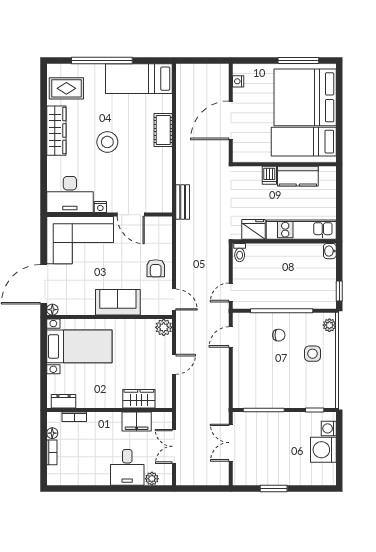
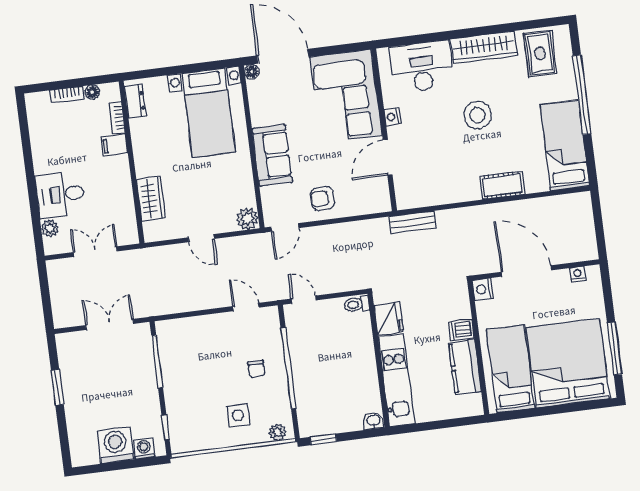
nightstand: (241, 155) -> (483, 289), added
desk: (70, 194) -> (422, 67), moved, turned 90
filing cabinet: (137, 421) -> (114, 145), moved, width x0.50

